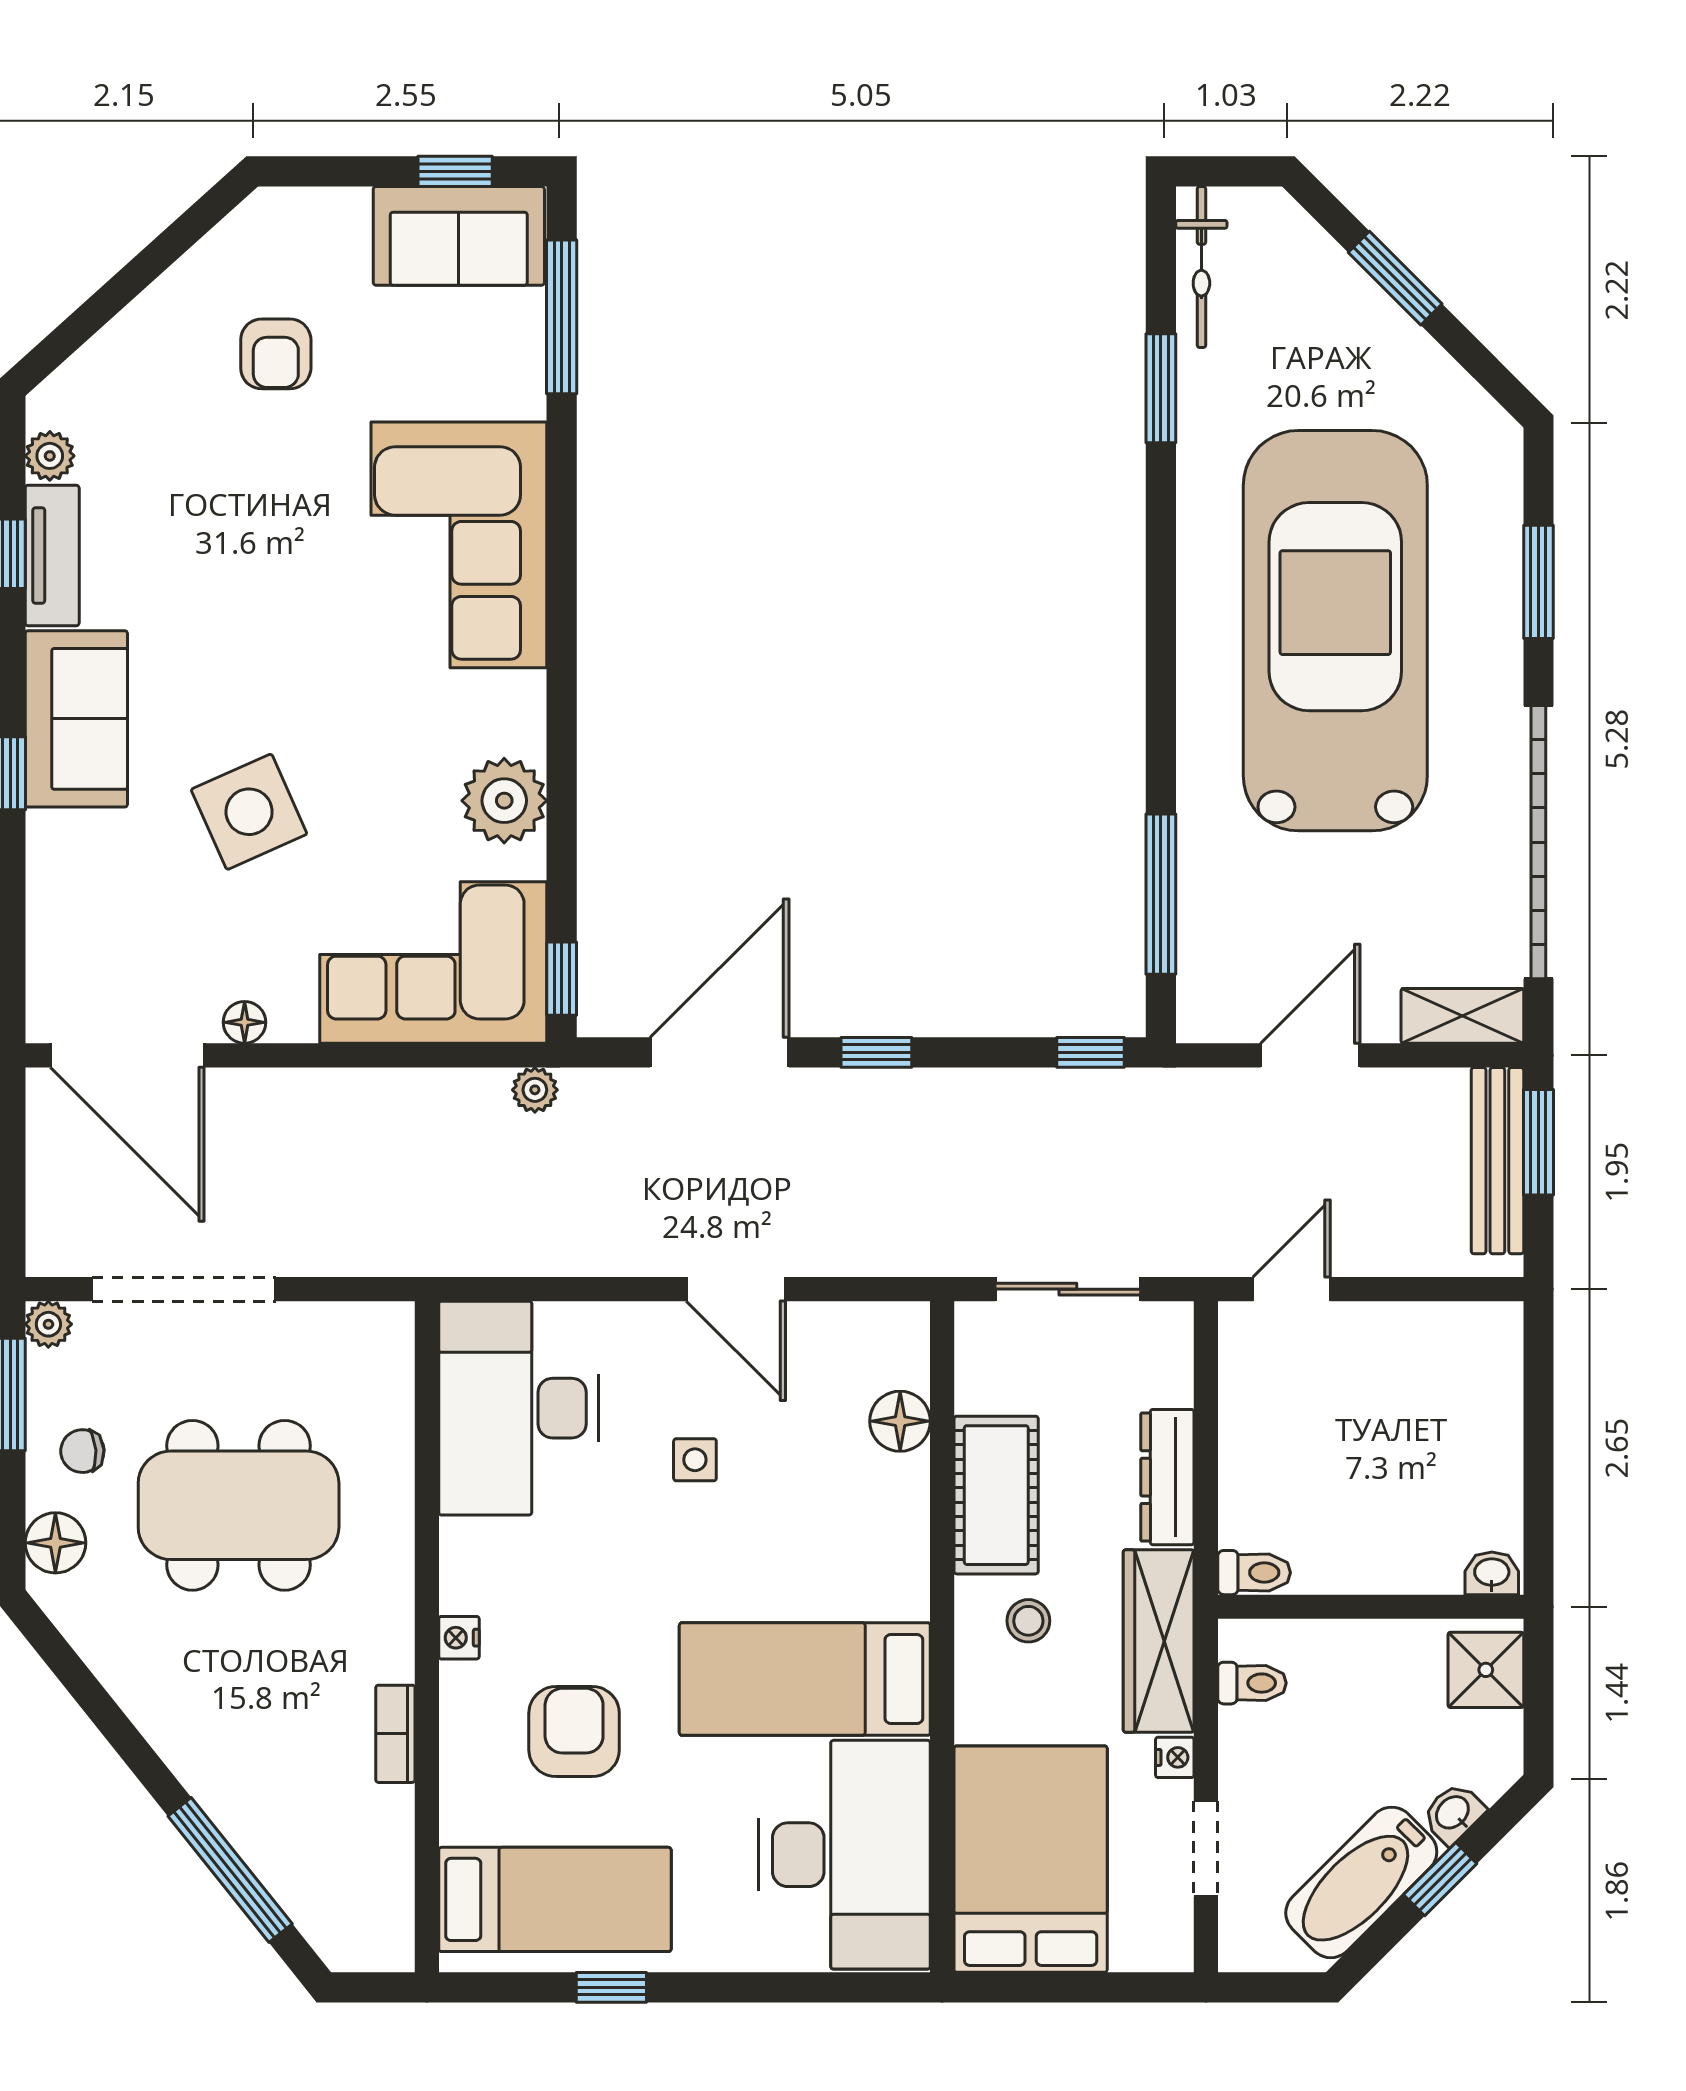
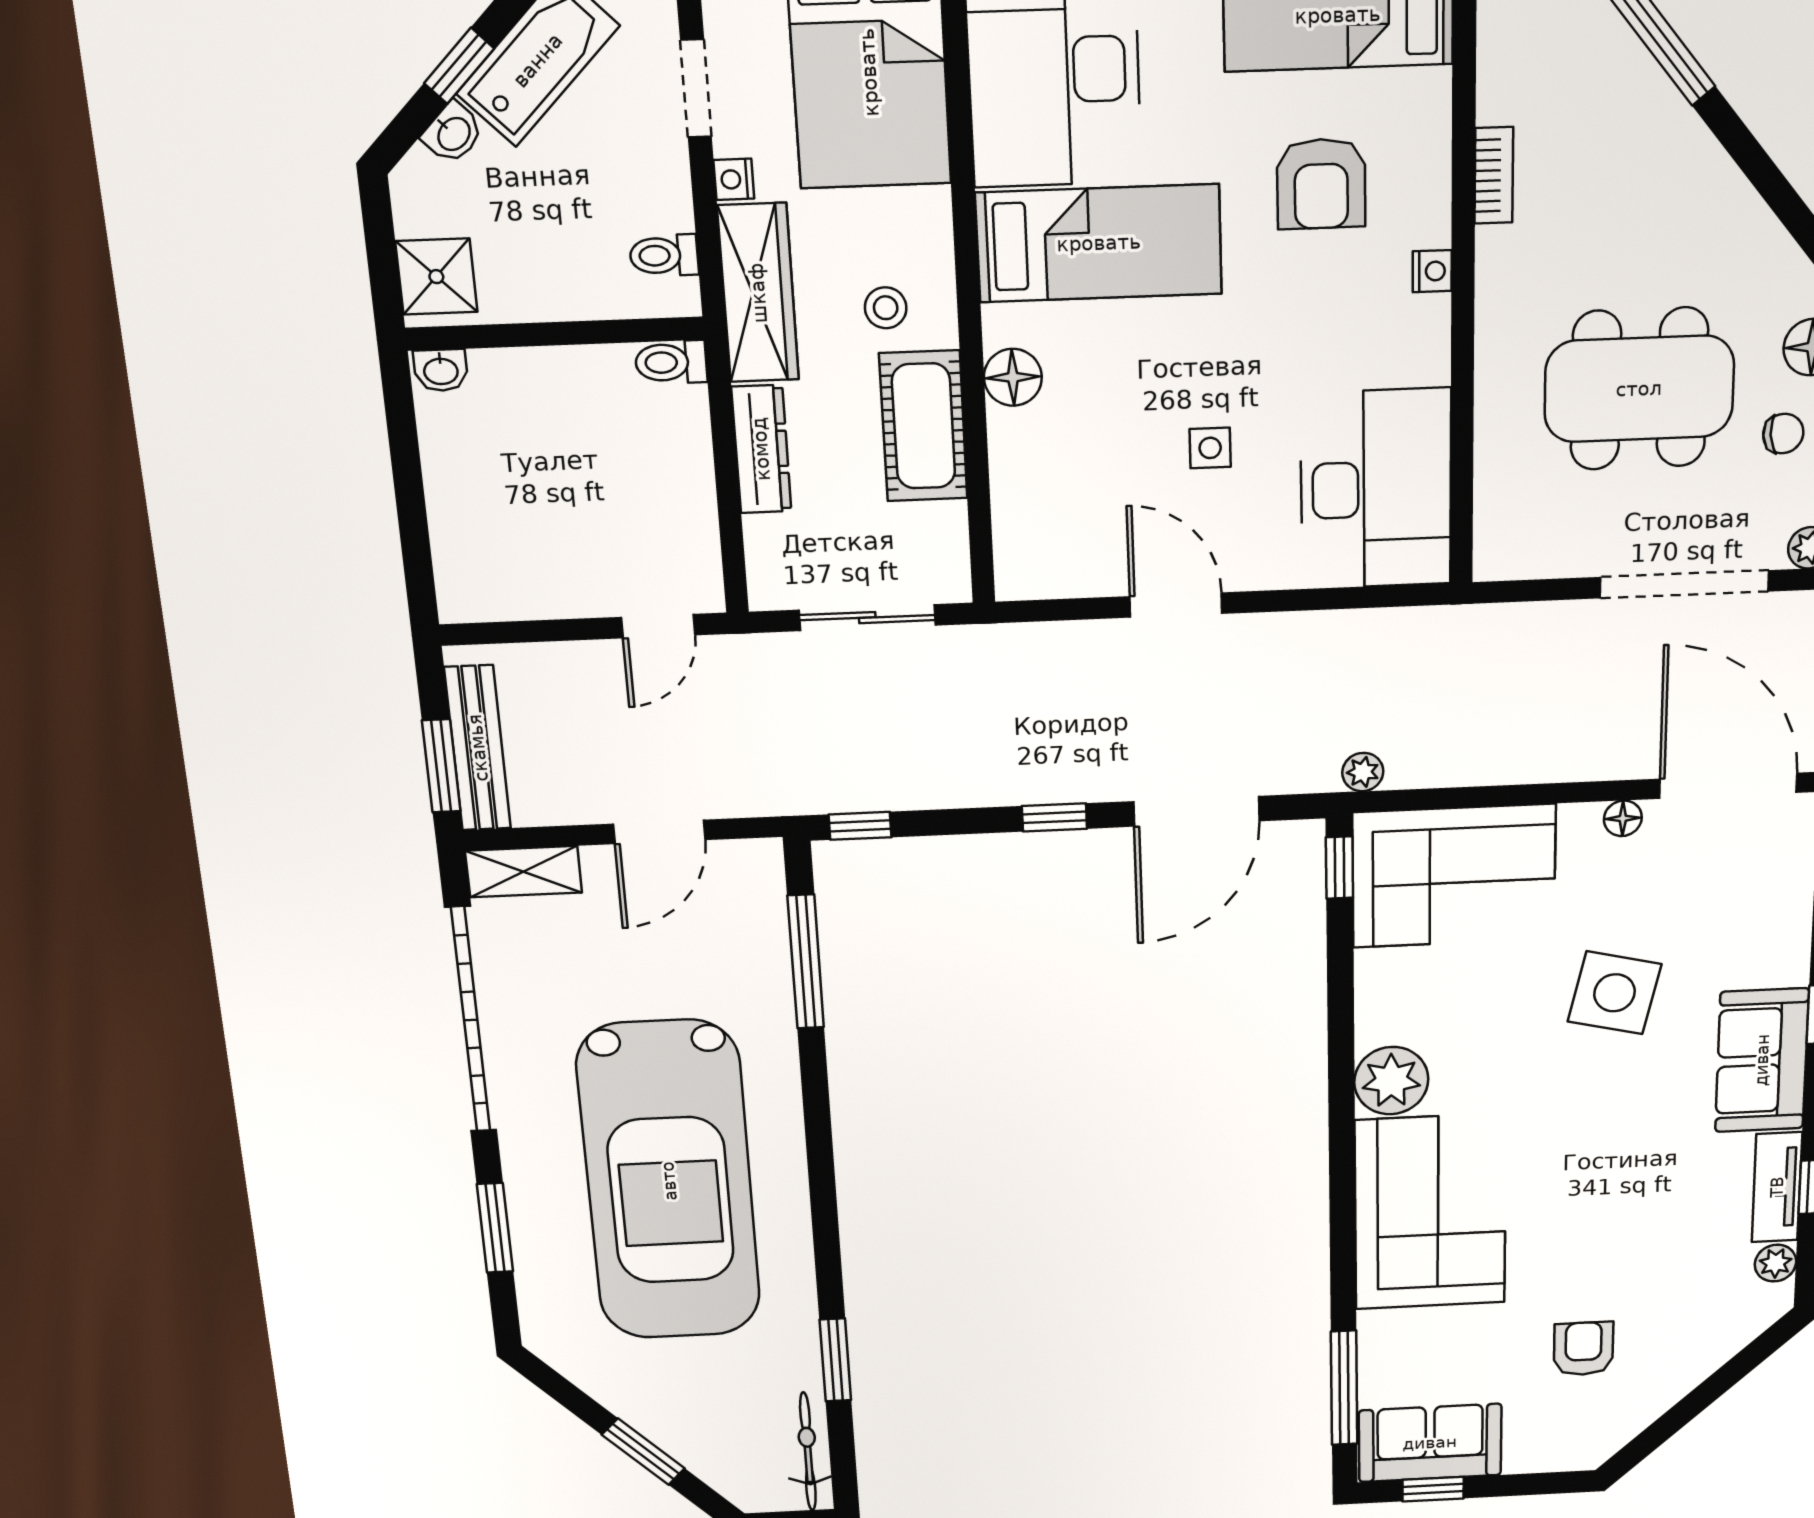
plant: (504, 801) -> (1391, 1081), moved
side table: (249, 812) -> (1615, 993), turned 37
floor lamp: (900, 1421) -> (1013, 377), moved

